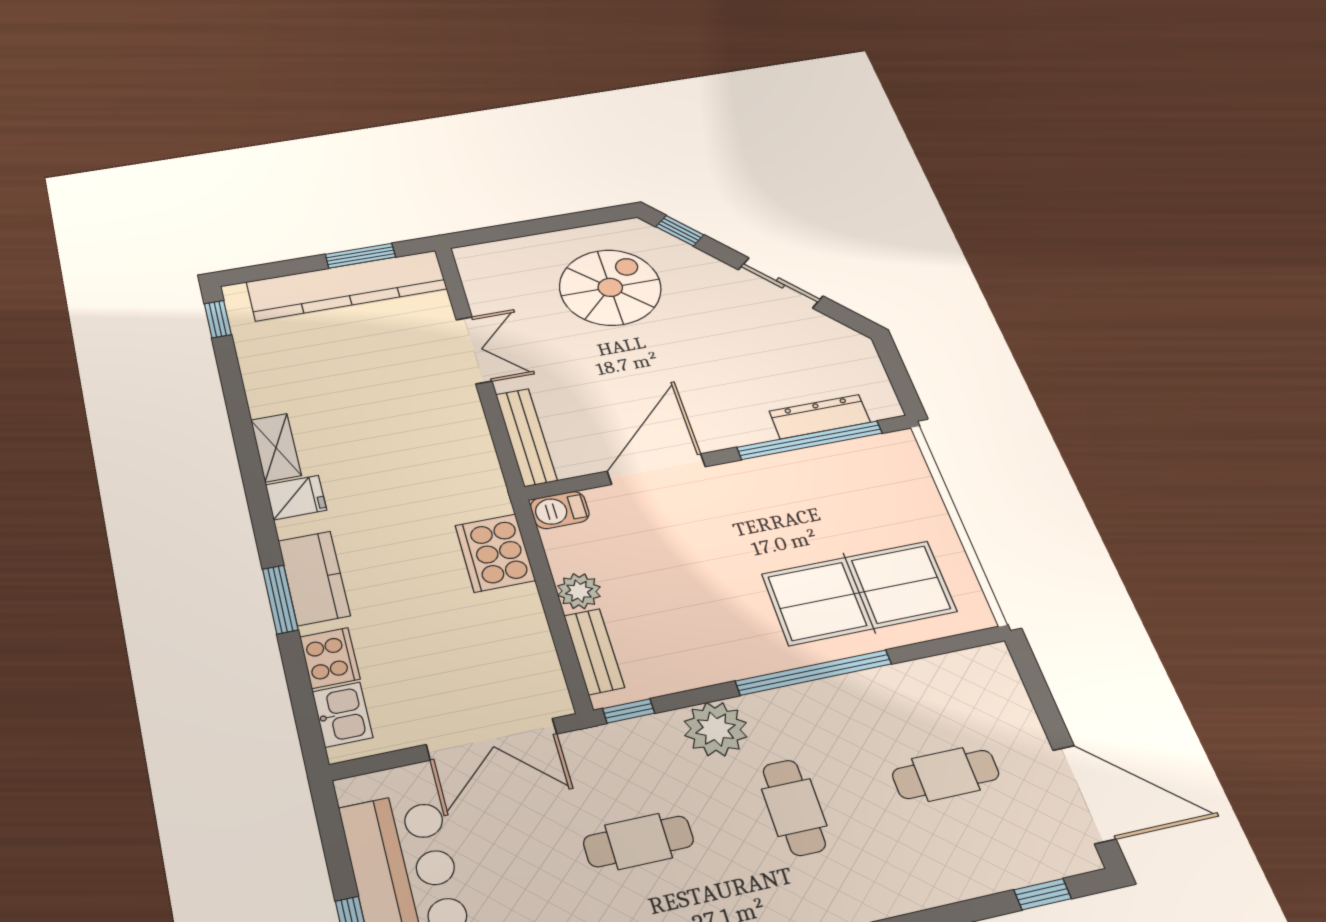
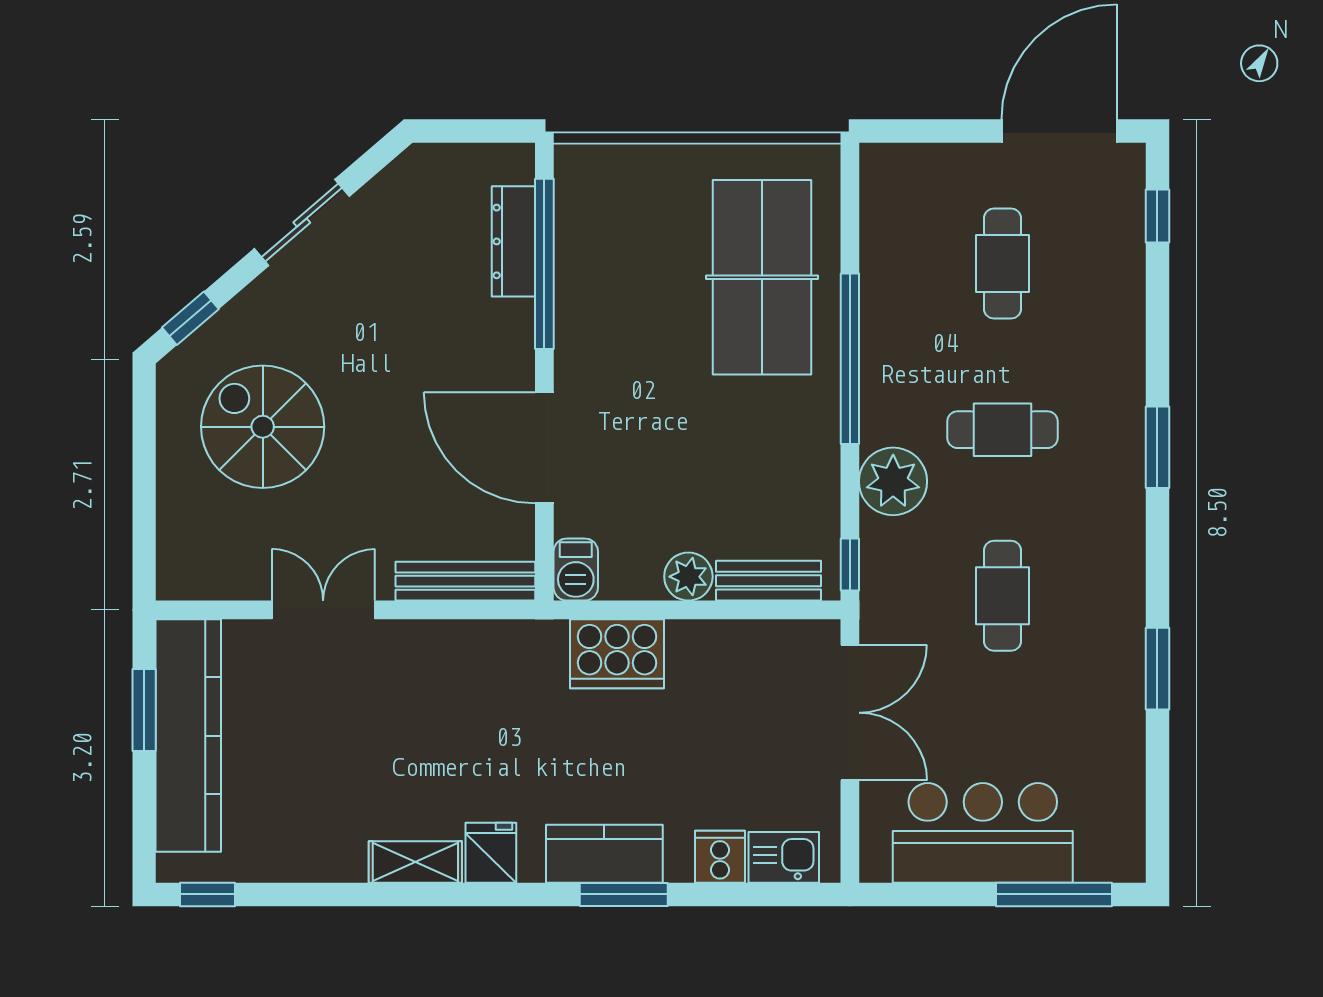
cooker: (330, 658) -> (720, 857), width x0.73

